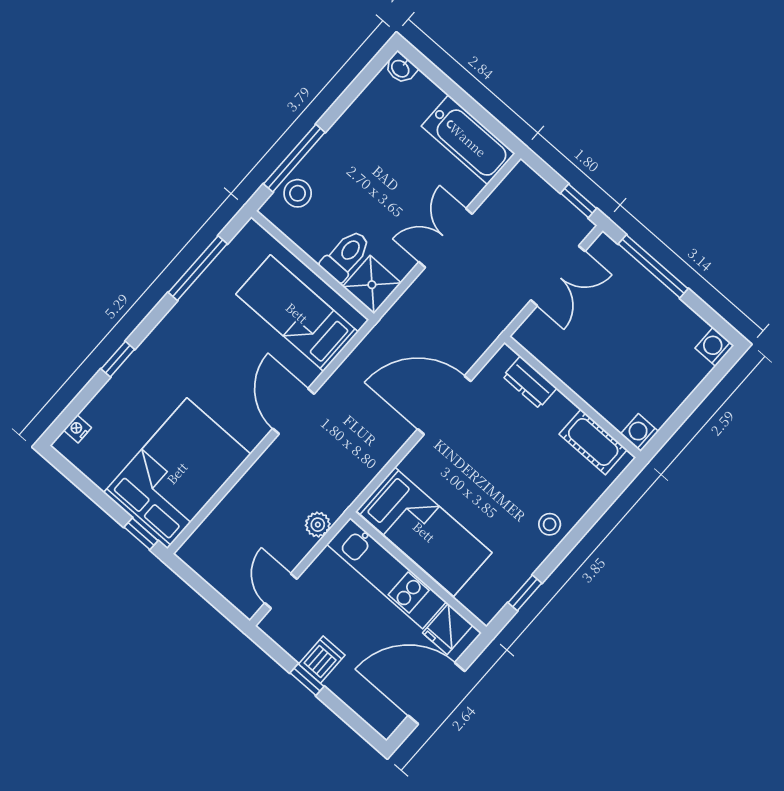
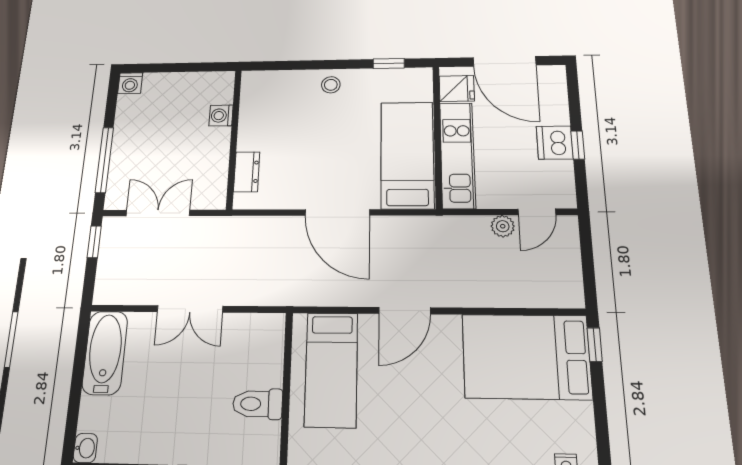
stool: (298, 193) -> (241, 446), removed
toilet: (346, 255) -> (258, 404), moved
shower: (372, 285) -> (266, 332), removed
door: (444, 405) -> (337, 213), moved
washing machine: (640, 433) -> (221, 116), moved, turned 90
cot: (593, 442) -> (253, 103), removed
plant: (318, 525) -> (503, 226), moved
dishwasher: (322, 660) -> (555, 143), width x1.38

